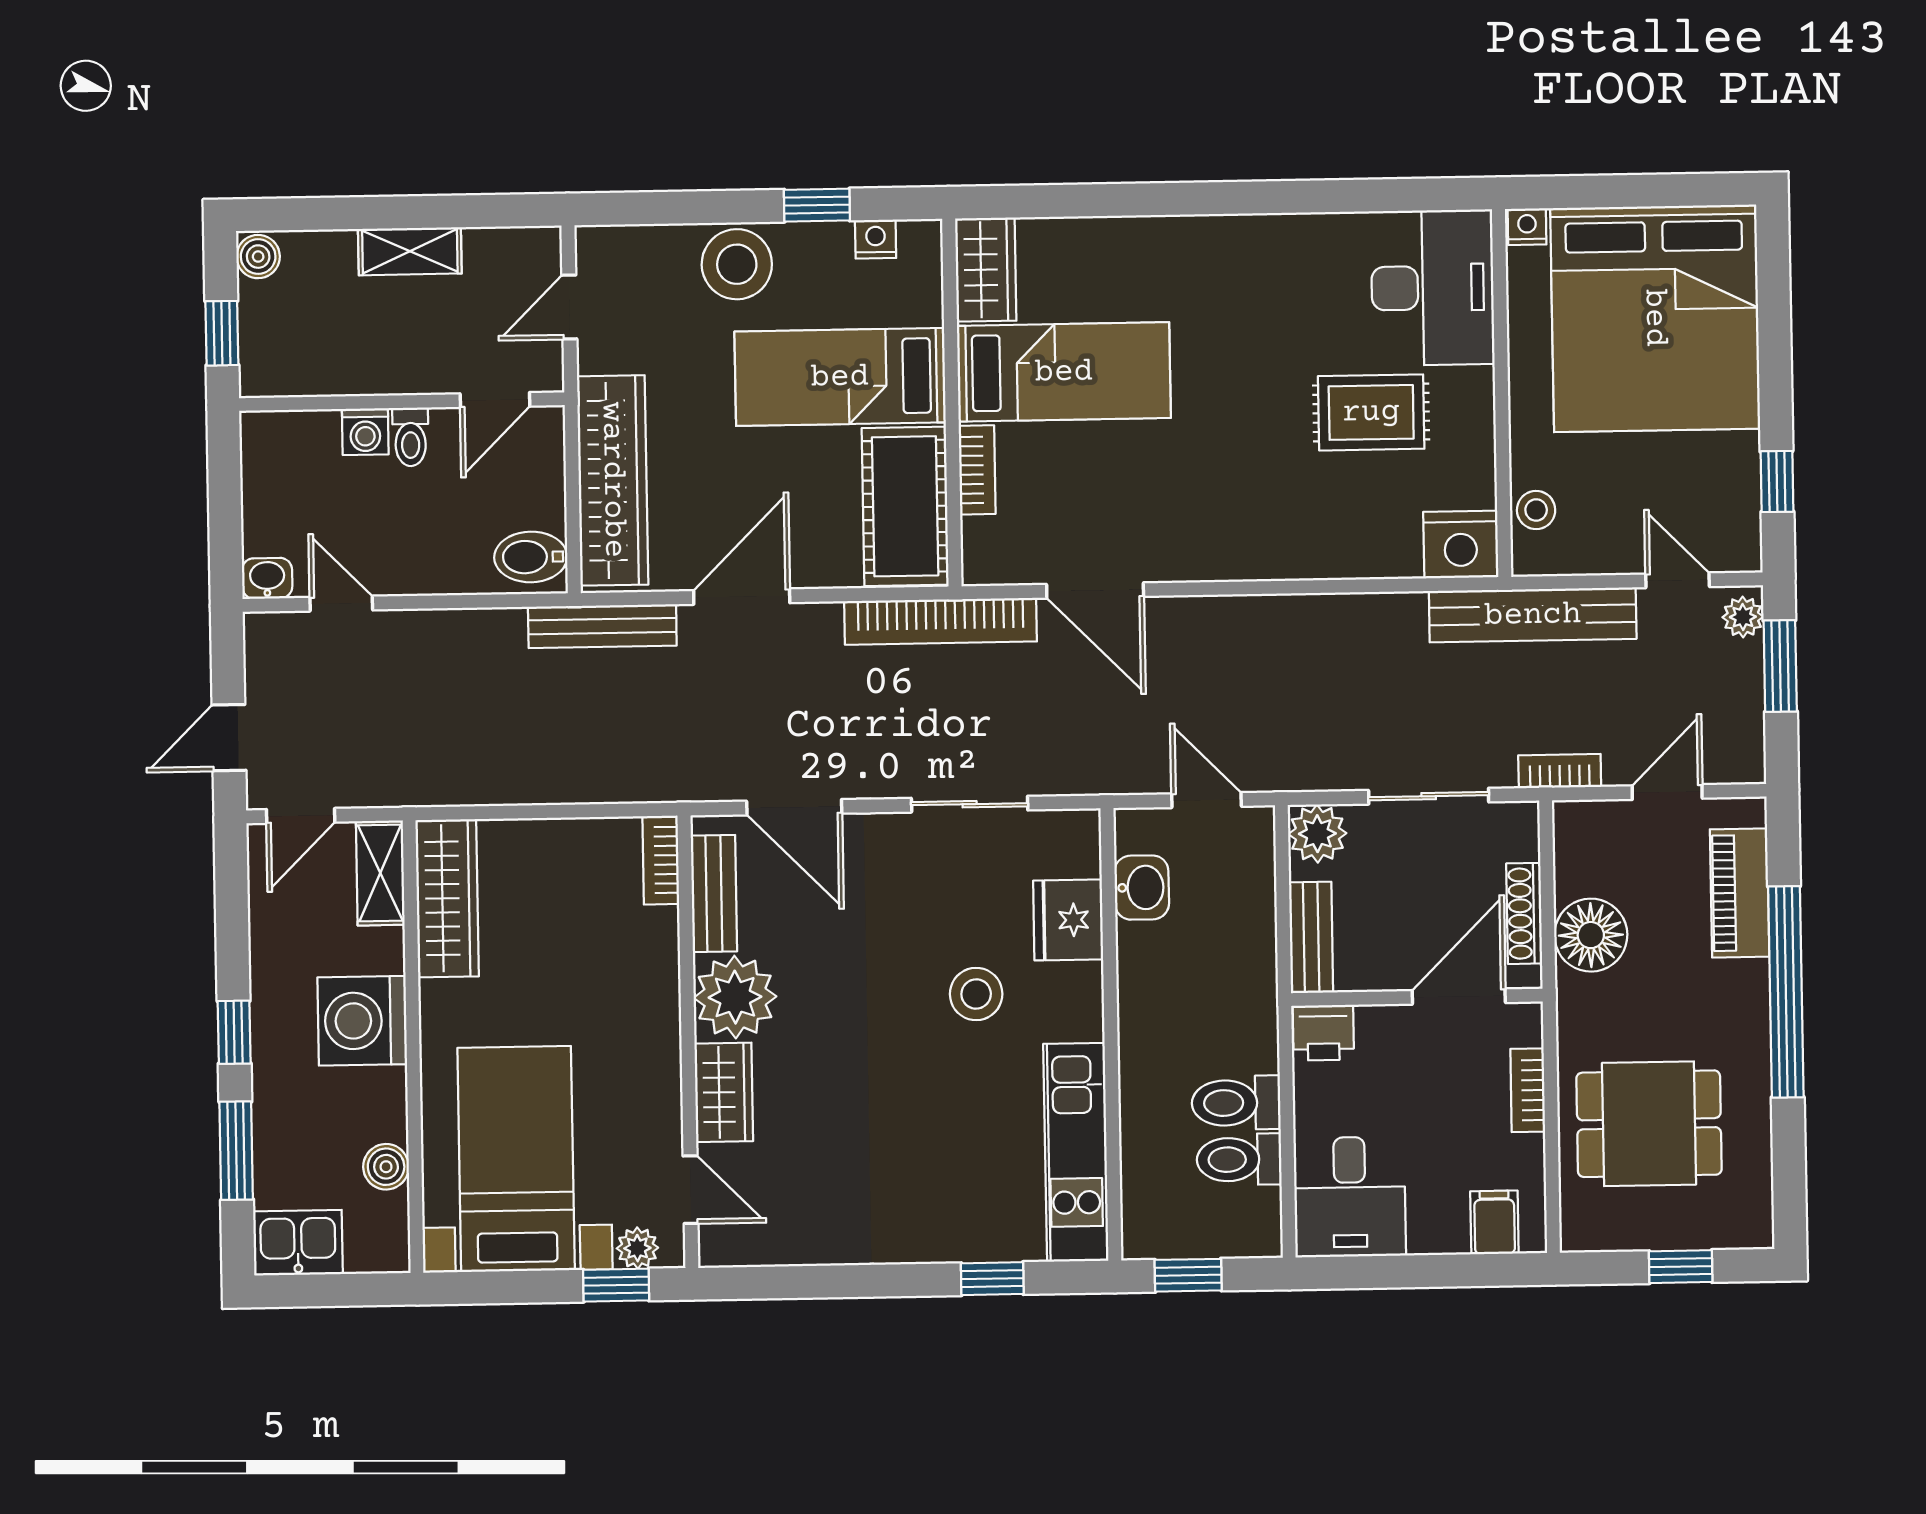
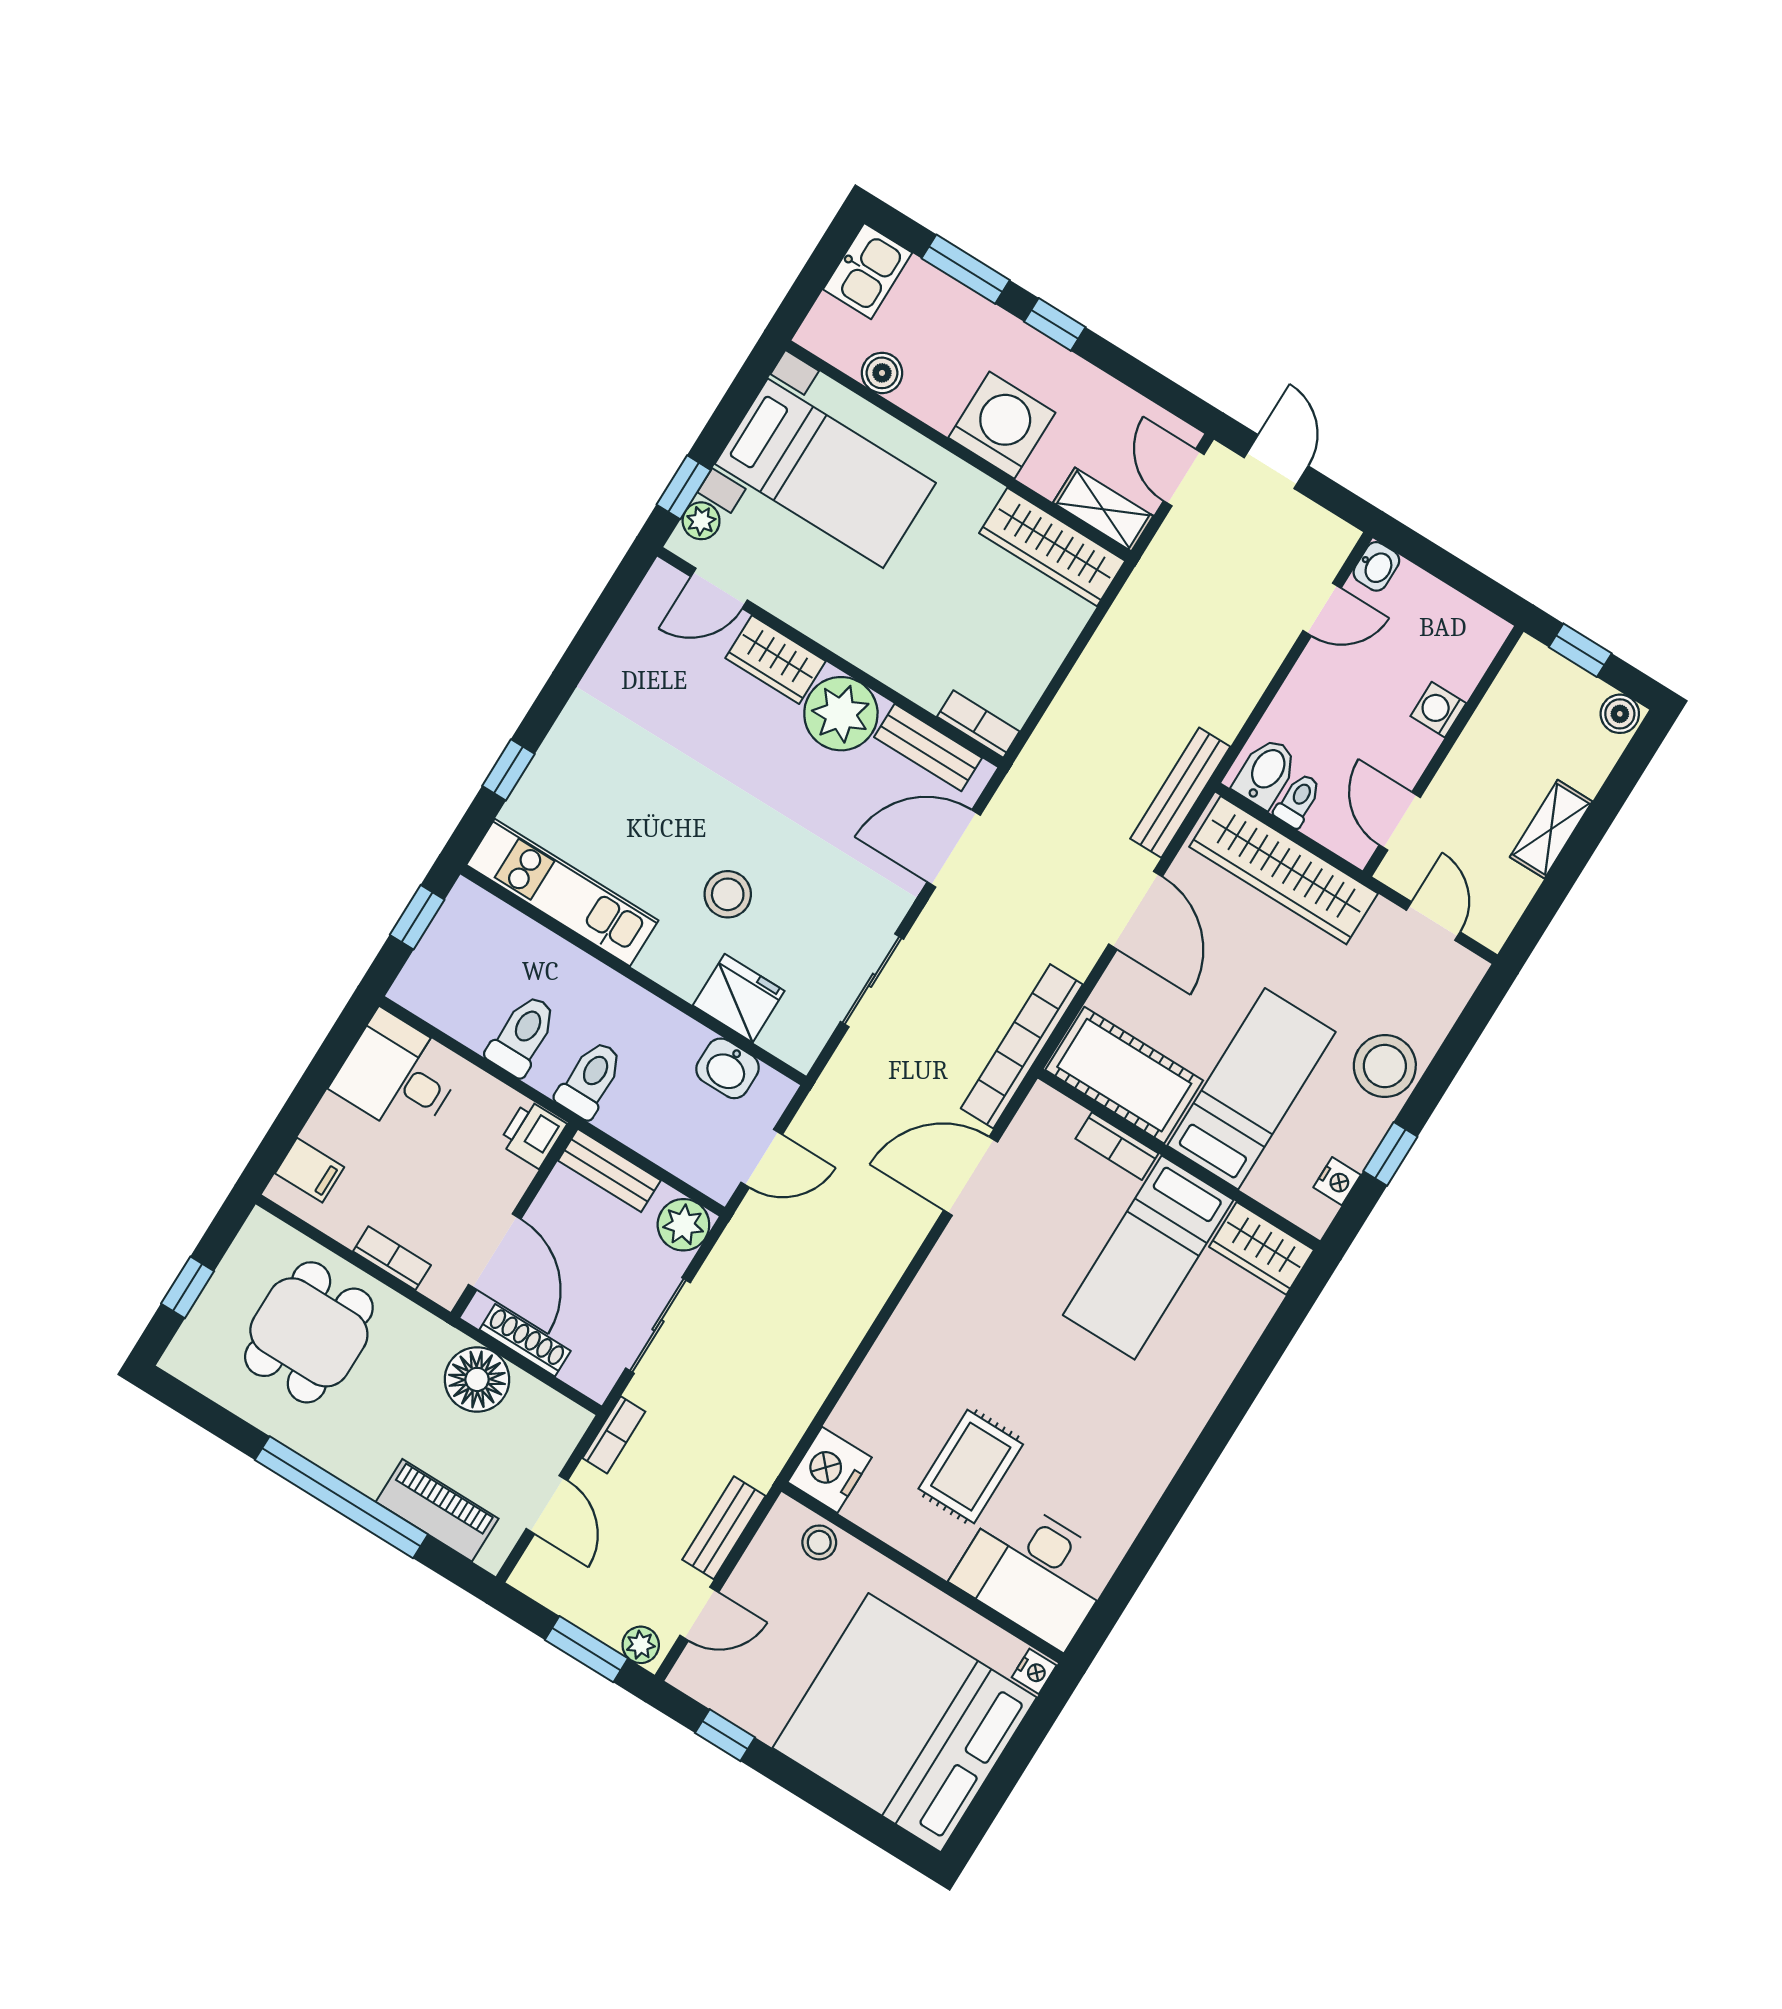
toilet: (411, 437) -> (1298, 800), moved, turned 90
bench: (1533, 615) -> (724, 1528), width x0.54, depth x0.82
toilet: (1239, 1159) -> (590, 1079), moved

